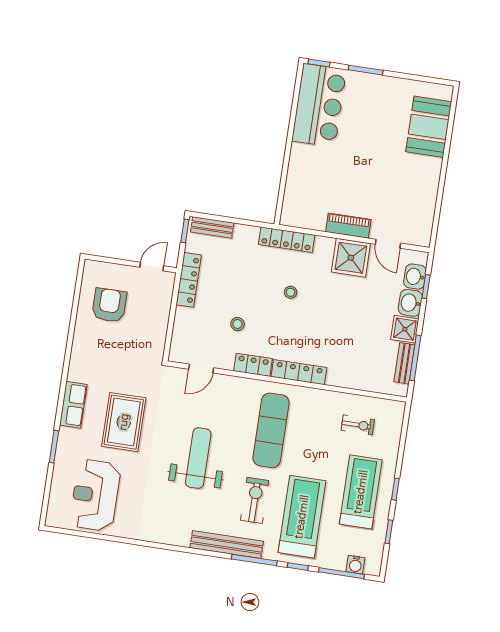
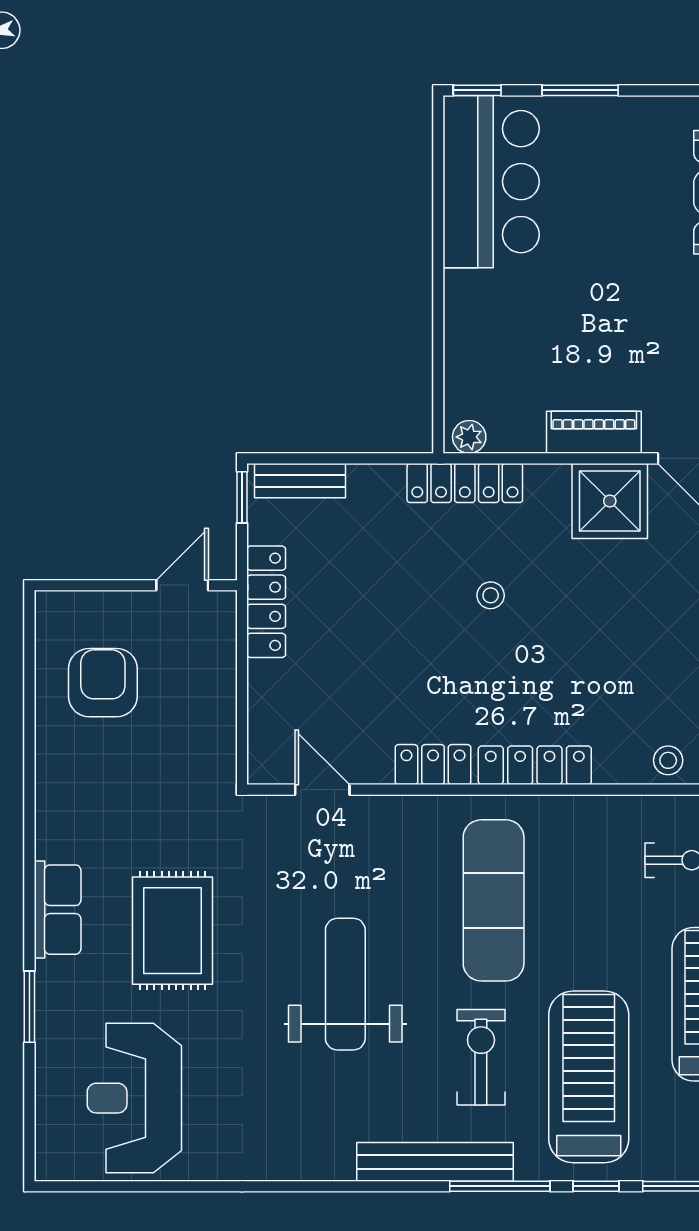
plant: (292, 219) -> (469, 437), added
stool: (237, 324) -> (668, 760), moved
door: (201, 369) -> (322, 790), swing flipped

